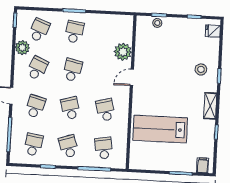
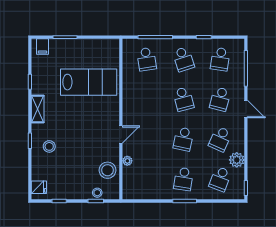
stool: (146, 44) -> (107, 170), added
plant: (123, 52) -> (127, 161), width x0.53, depth x0.53
school desk: (106, 110) -> (147, 99), removed

